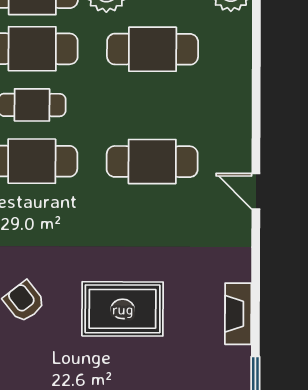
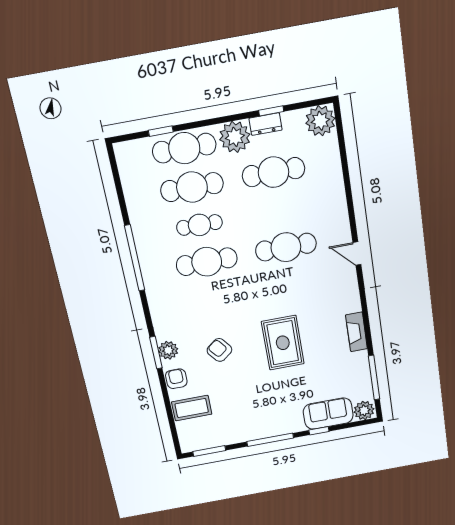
rug: (123, 309) -> (283, 343), turned 90

